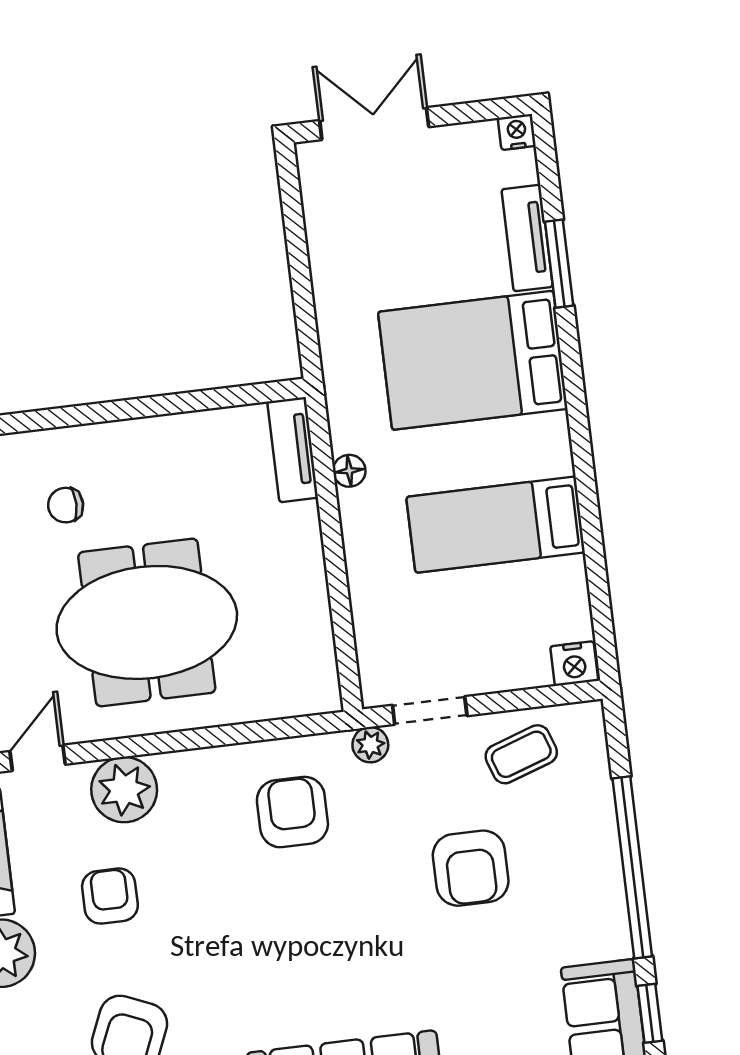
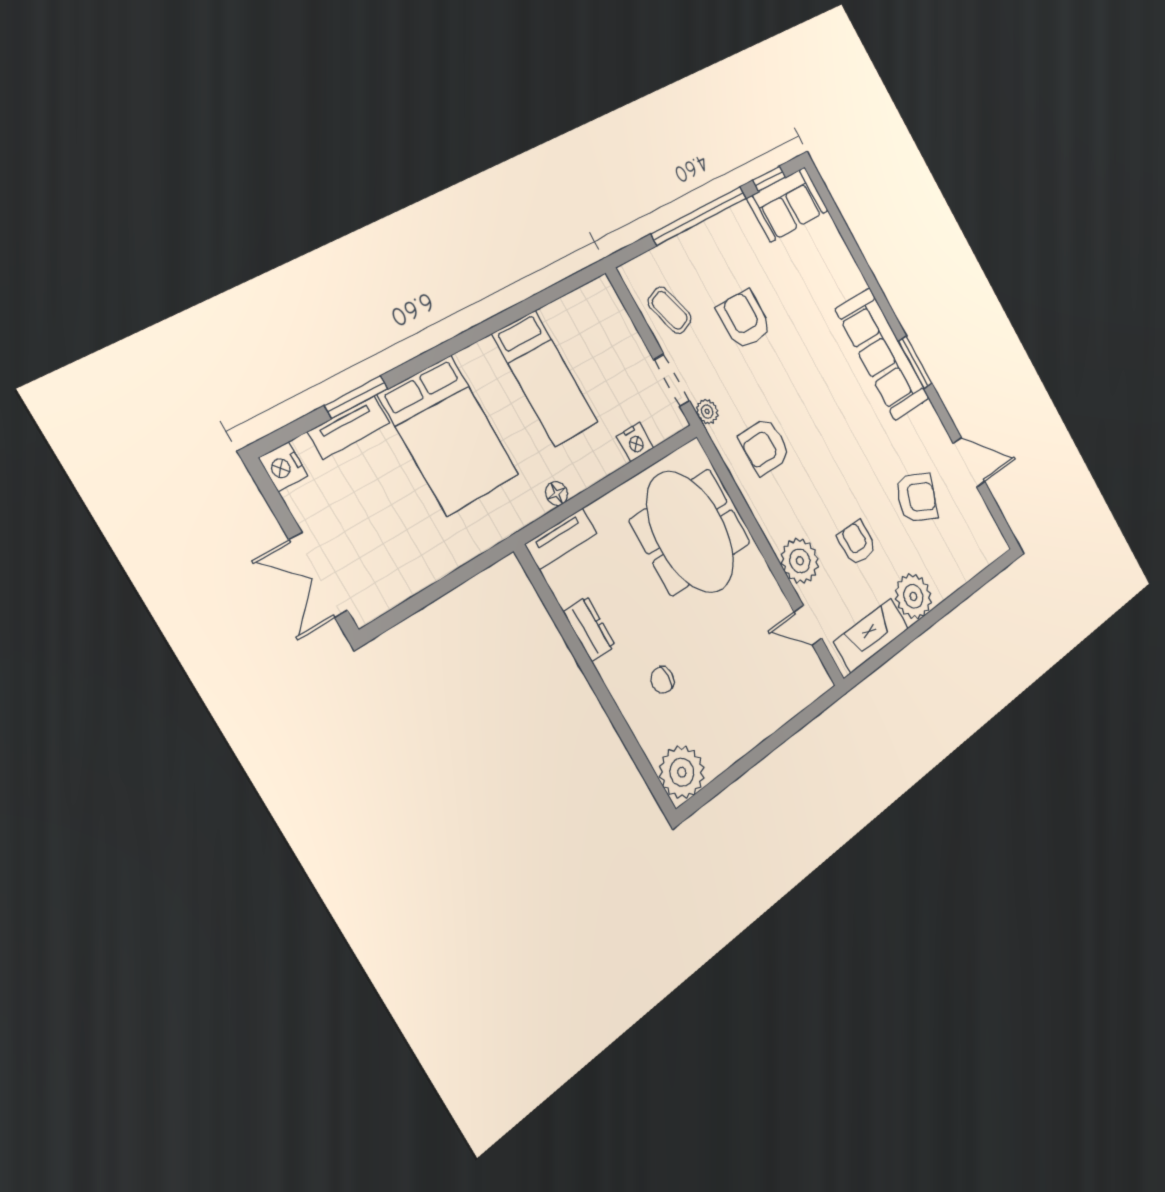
nightstand: (517, 132) -> (283, 467), width x1.39, depth x1.35
dresser: (170, 435) -> (589, 629), added
chair: (66, 505) -> (662, 680), turned 90
meeting table: (147, 622) -> (690, 532), moved
nightstand: (574, 664) -> (635, 442), moved, turned 90
armchair: (471, 868) -> (744, 320), turned -90
armchair: (110, 896) -> (857, 543), turned 90

